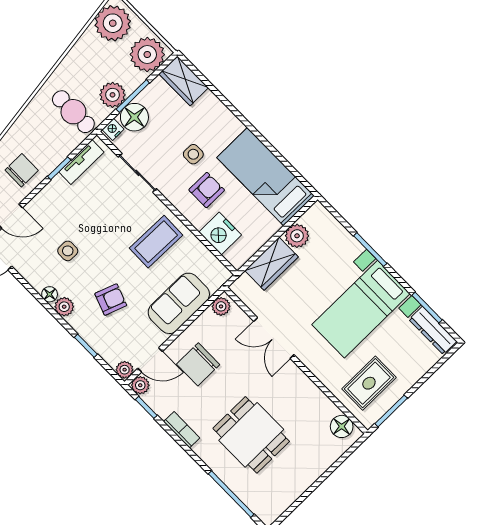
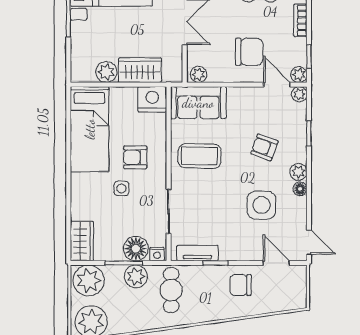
nightstand: (220, 234) -> (152, 99), moved, turned -90
side table: (68, 251) -> (261, 205), width x1.87, depth x1.87
sofa: (179, 303) -> (198, 103), moved

